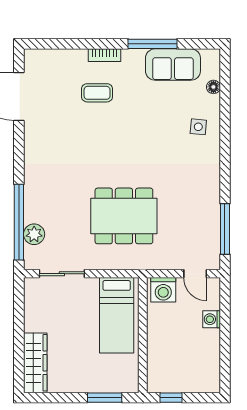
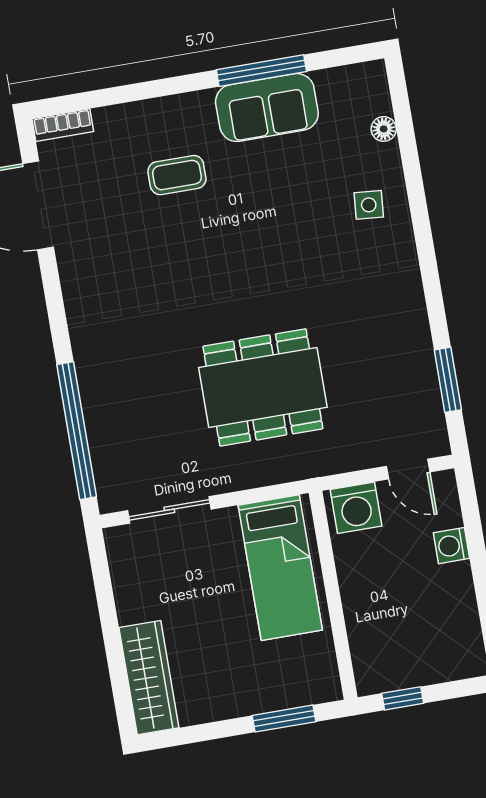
bookcase: (104, 55) -> (63, 125), moved
sofa: (173, 65) -> (267, 108), moved
window: (225, 229) -> (448, 380), width x0.69
plant: (34, 234) -> (108, 448), removed

